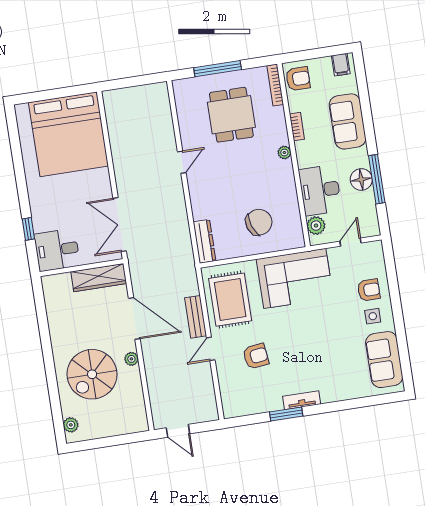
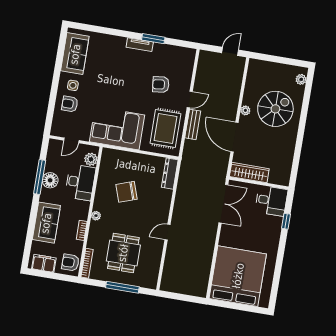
filing cabinet: (341, 65) -> (44, 263), width x2.00
chair: (259, 222) -> (126, 192), moved
door: (178, 431) -> (230, 51), hinge flipped

